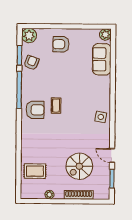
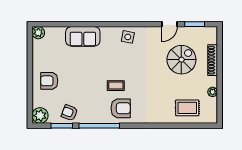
armchair: (61, 44) -> (49, 81), turned 90
sofa: (102, 59) -> (83, 36), moved
armchair: (35, 110) -> (121, 108), turned 90
spiral stairs: (79, 166) -> (181, 60), turned -90
rug: (35, 171) -> (187, 108), turned 90

